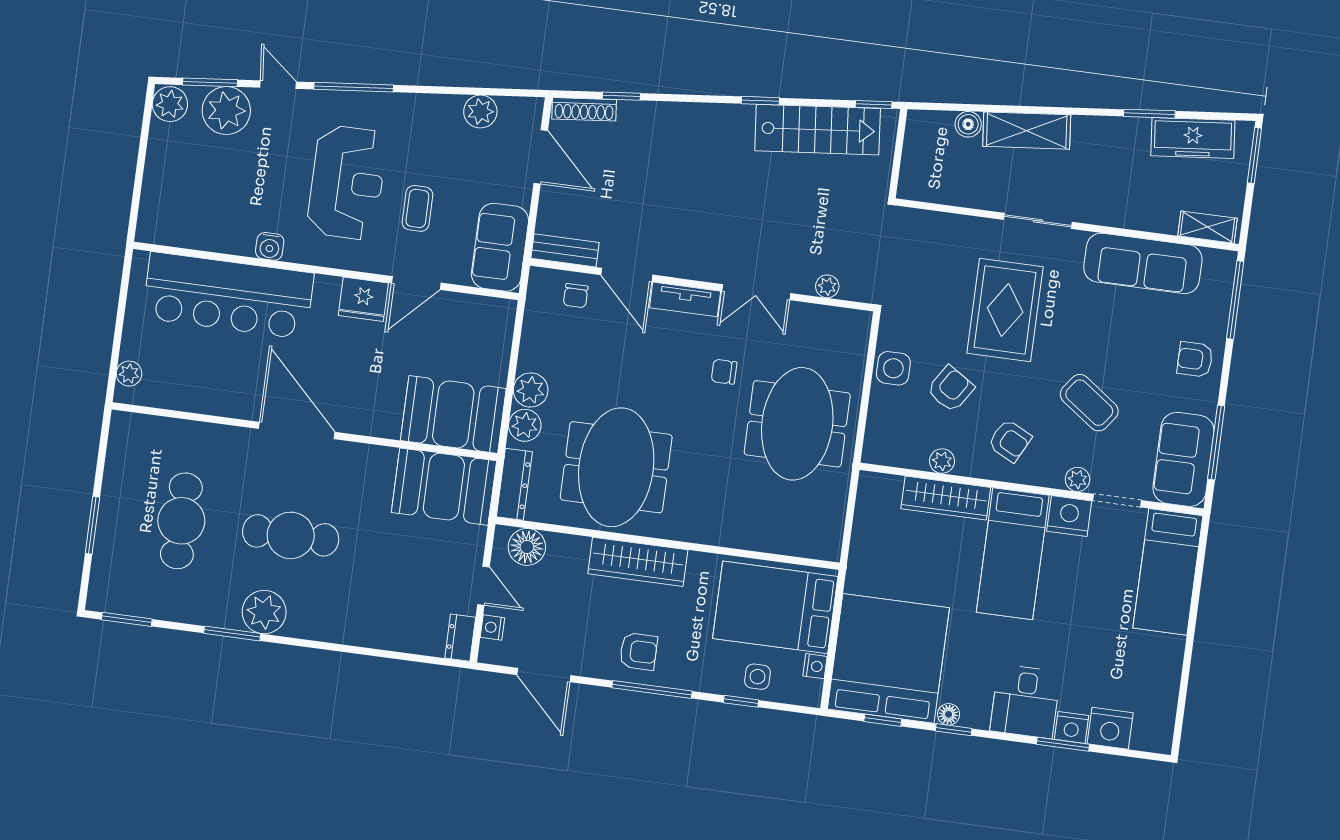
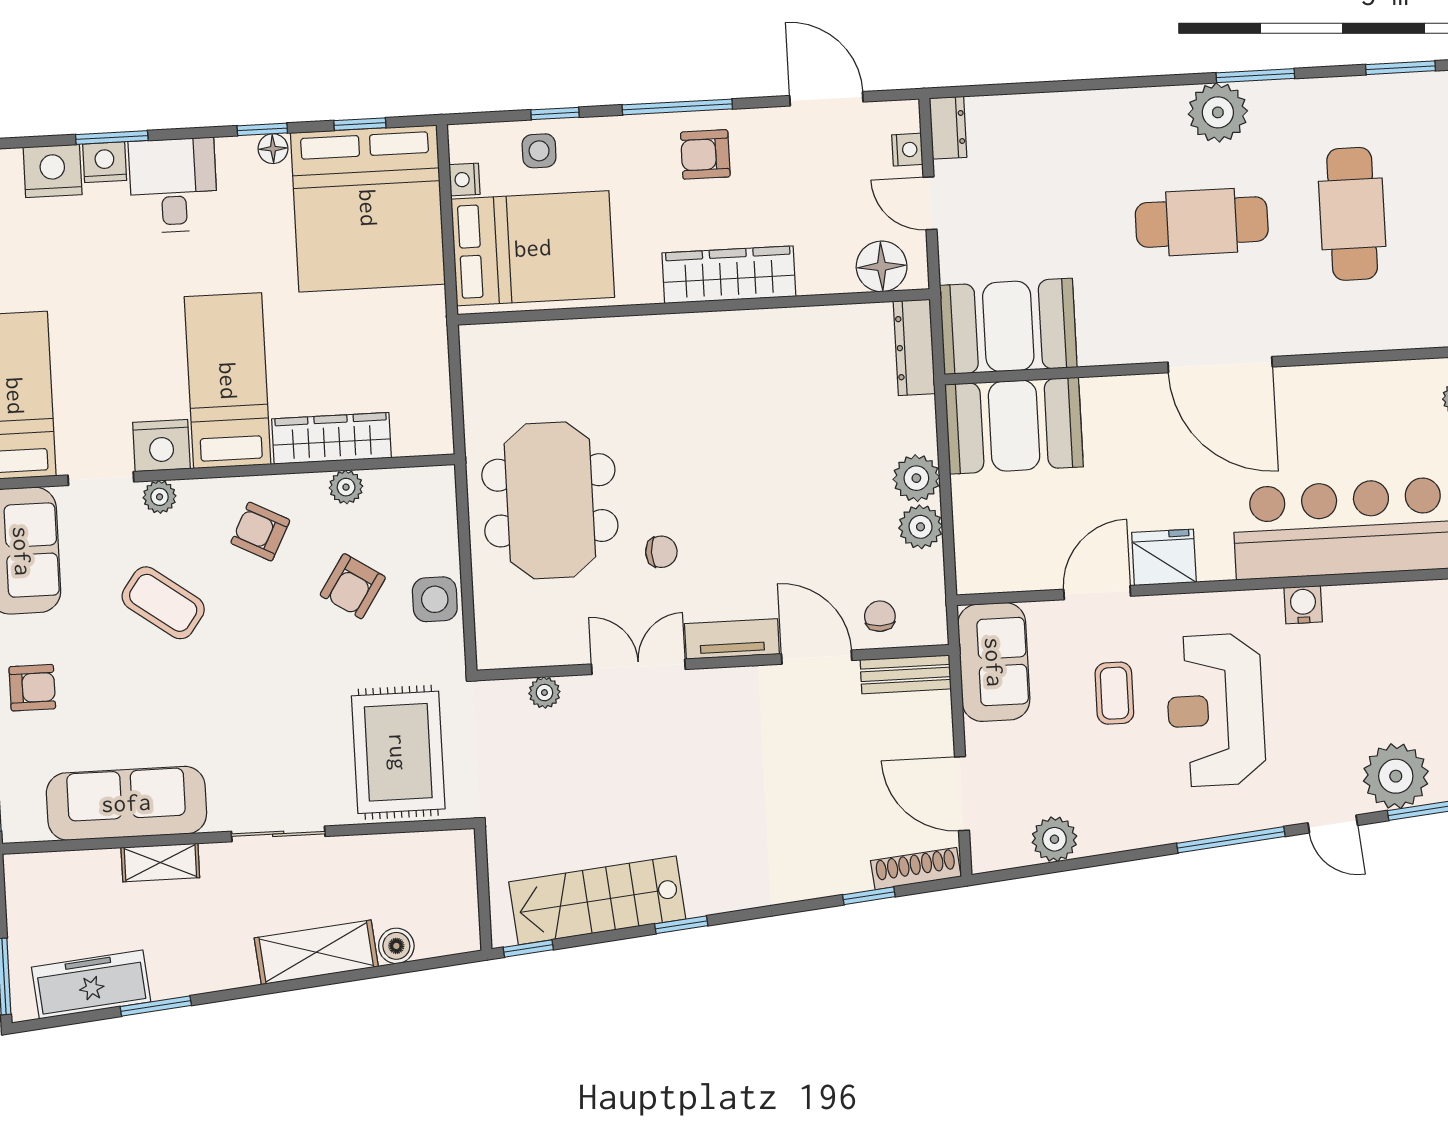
shelving: (1207, 227) -> (160, 863), moved
rug: (1005, 310) -> (398, 752), moved
plant: (525, 425) -> (921, 527), moved
meeting table: (616, 467) -> (782, 396), removed

